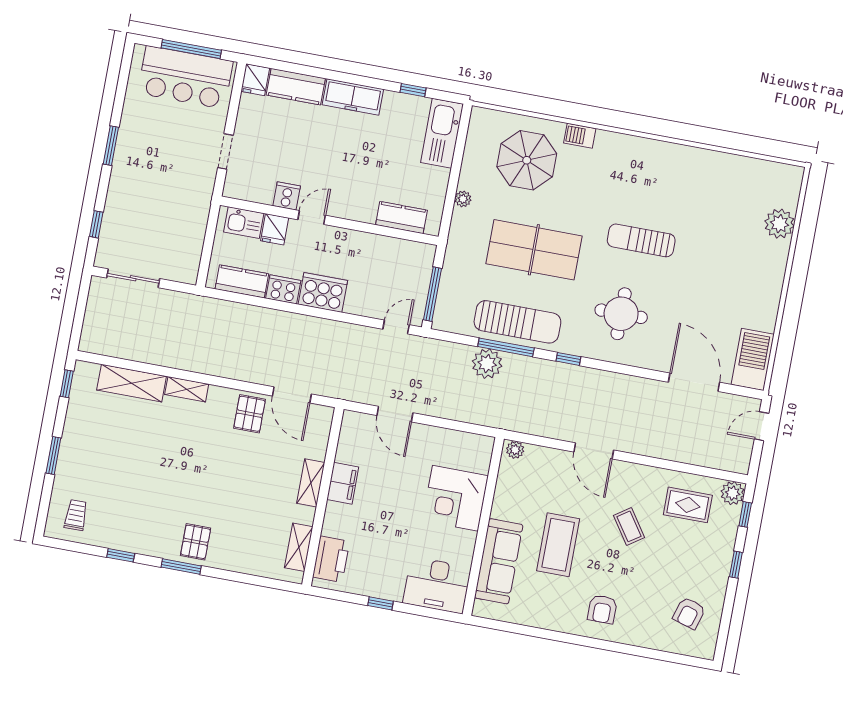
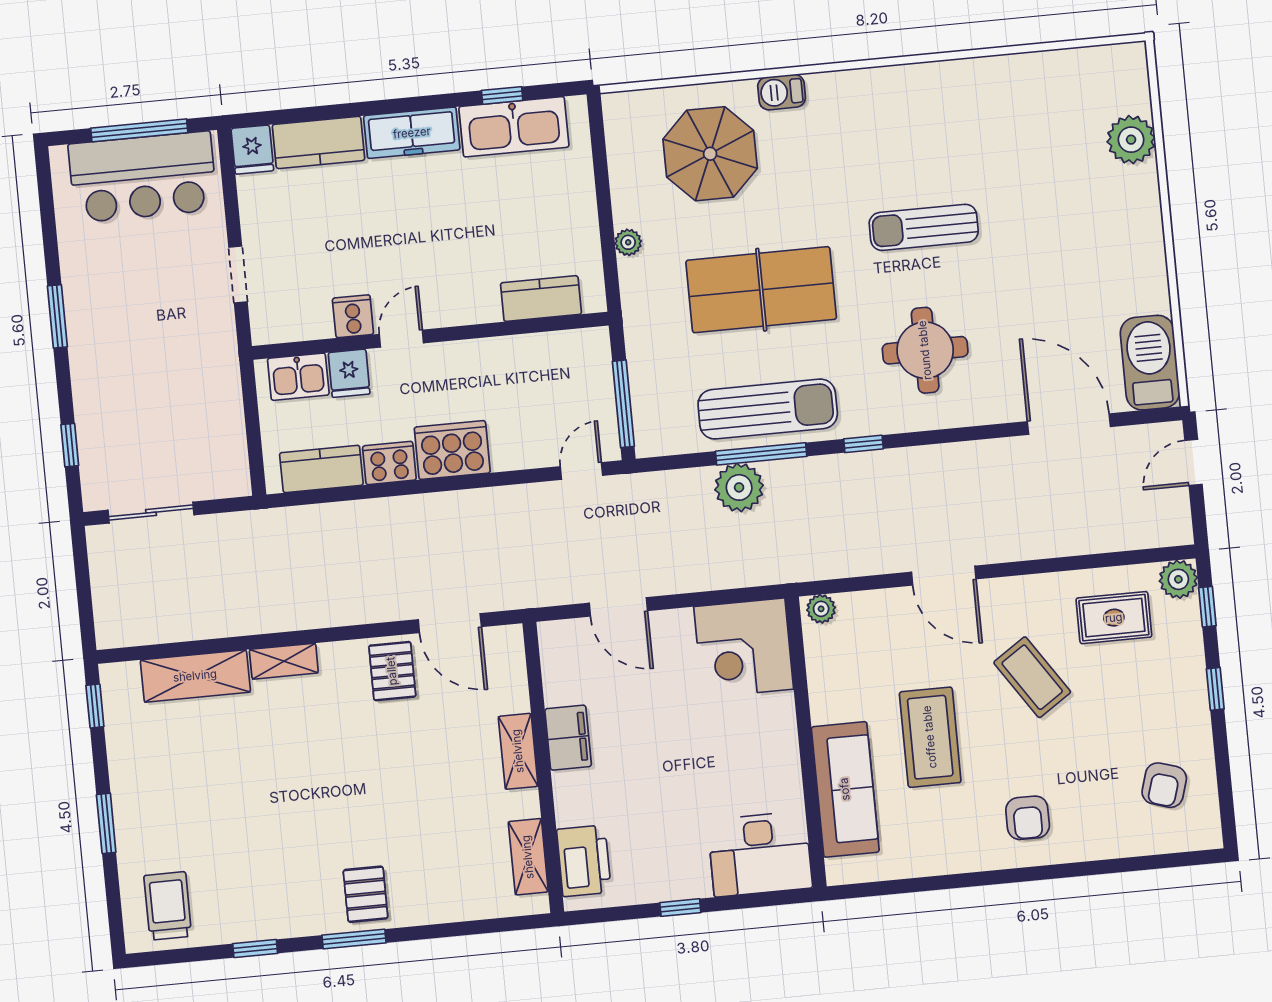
kitchen sink: (442, 133) -> (514, 127), moved, turned -90
corner desk: (455, 498) -> (744, 648), moved
trolley: (76, 515) -> (168, 906), width x1.36, depth x1.39
coffee table: (629, 526) -> (1032, 677), width x1.36, depth x1.30

